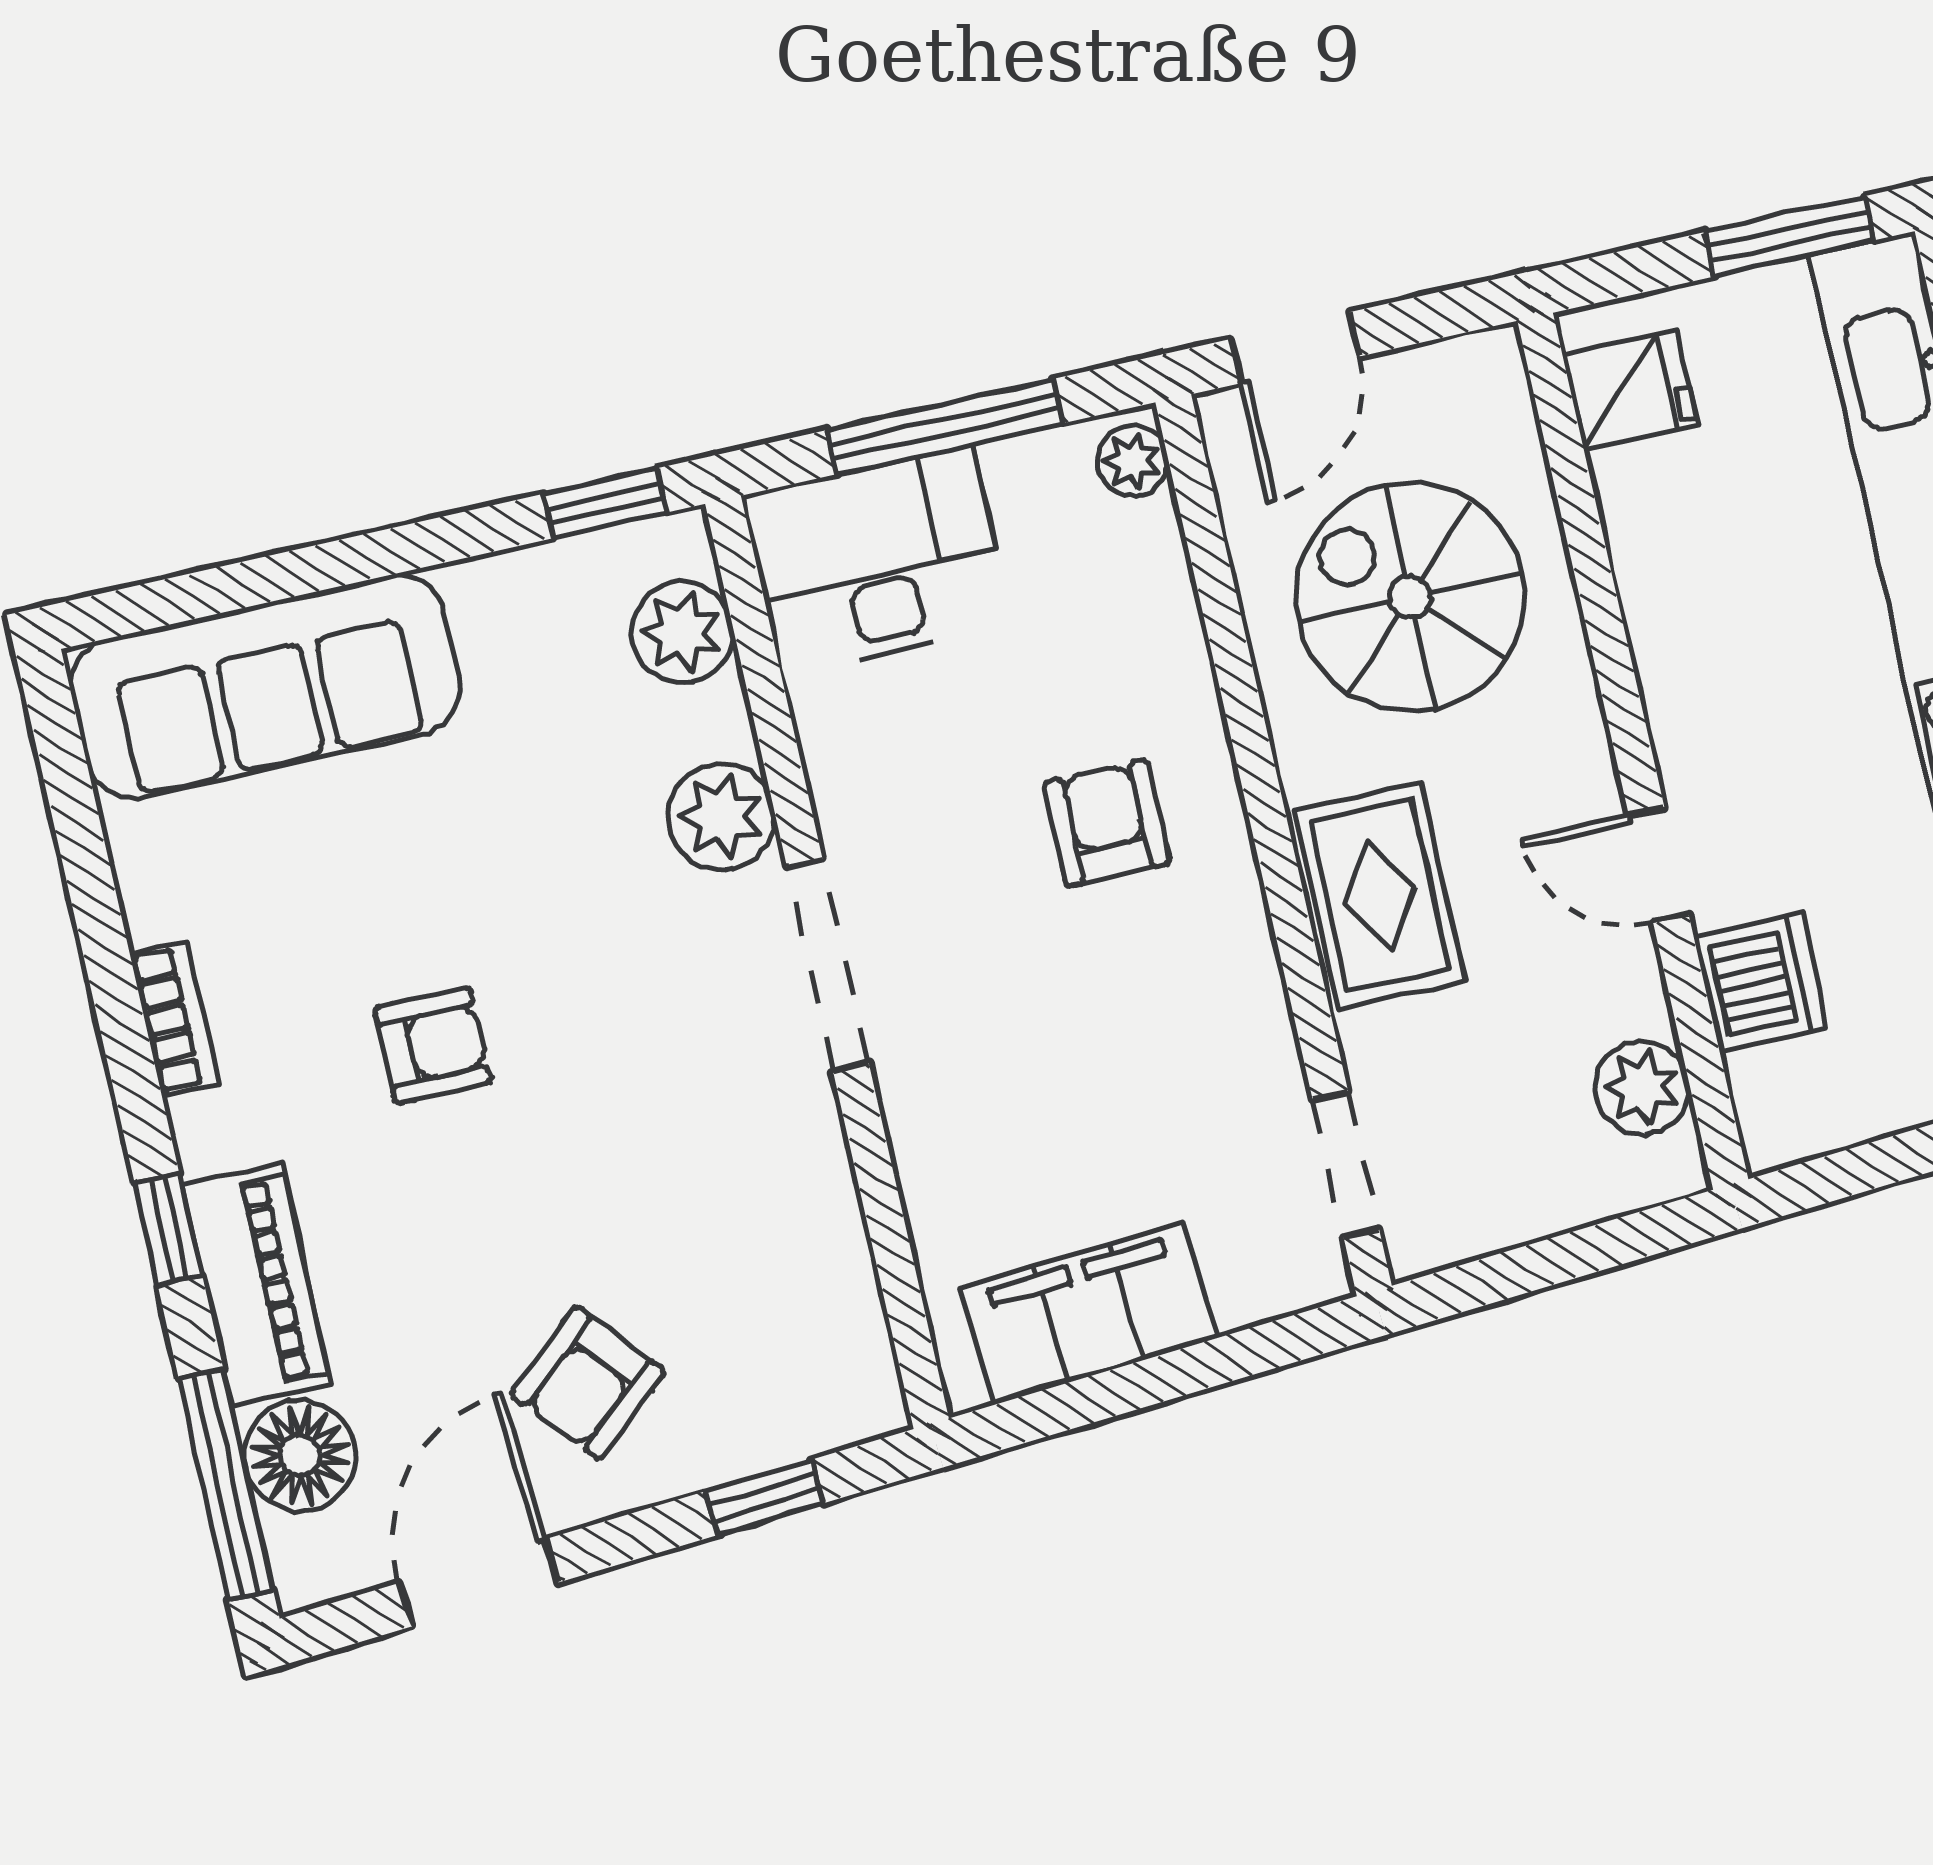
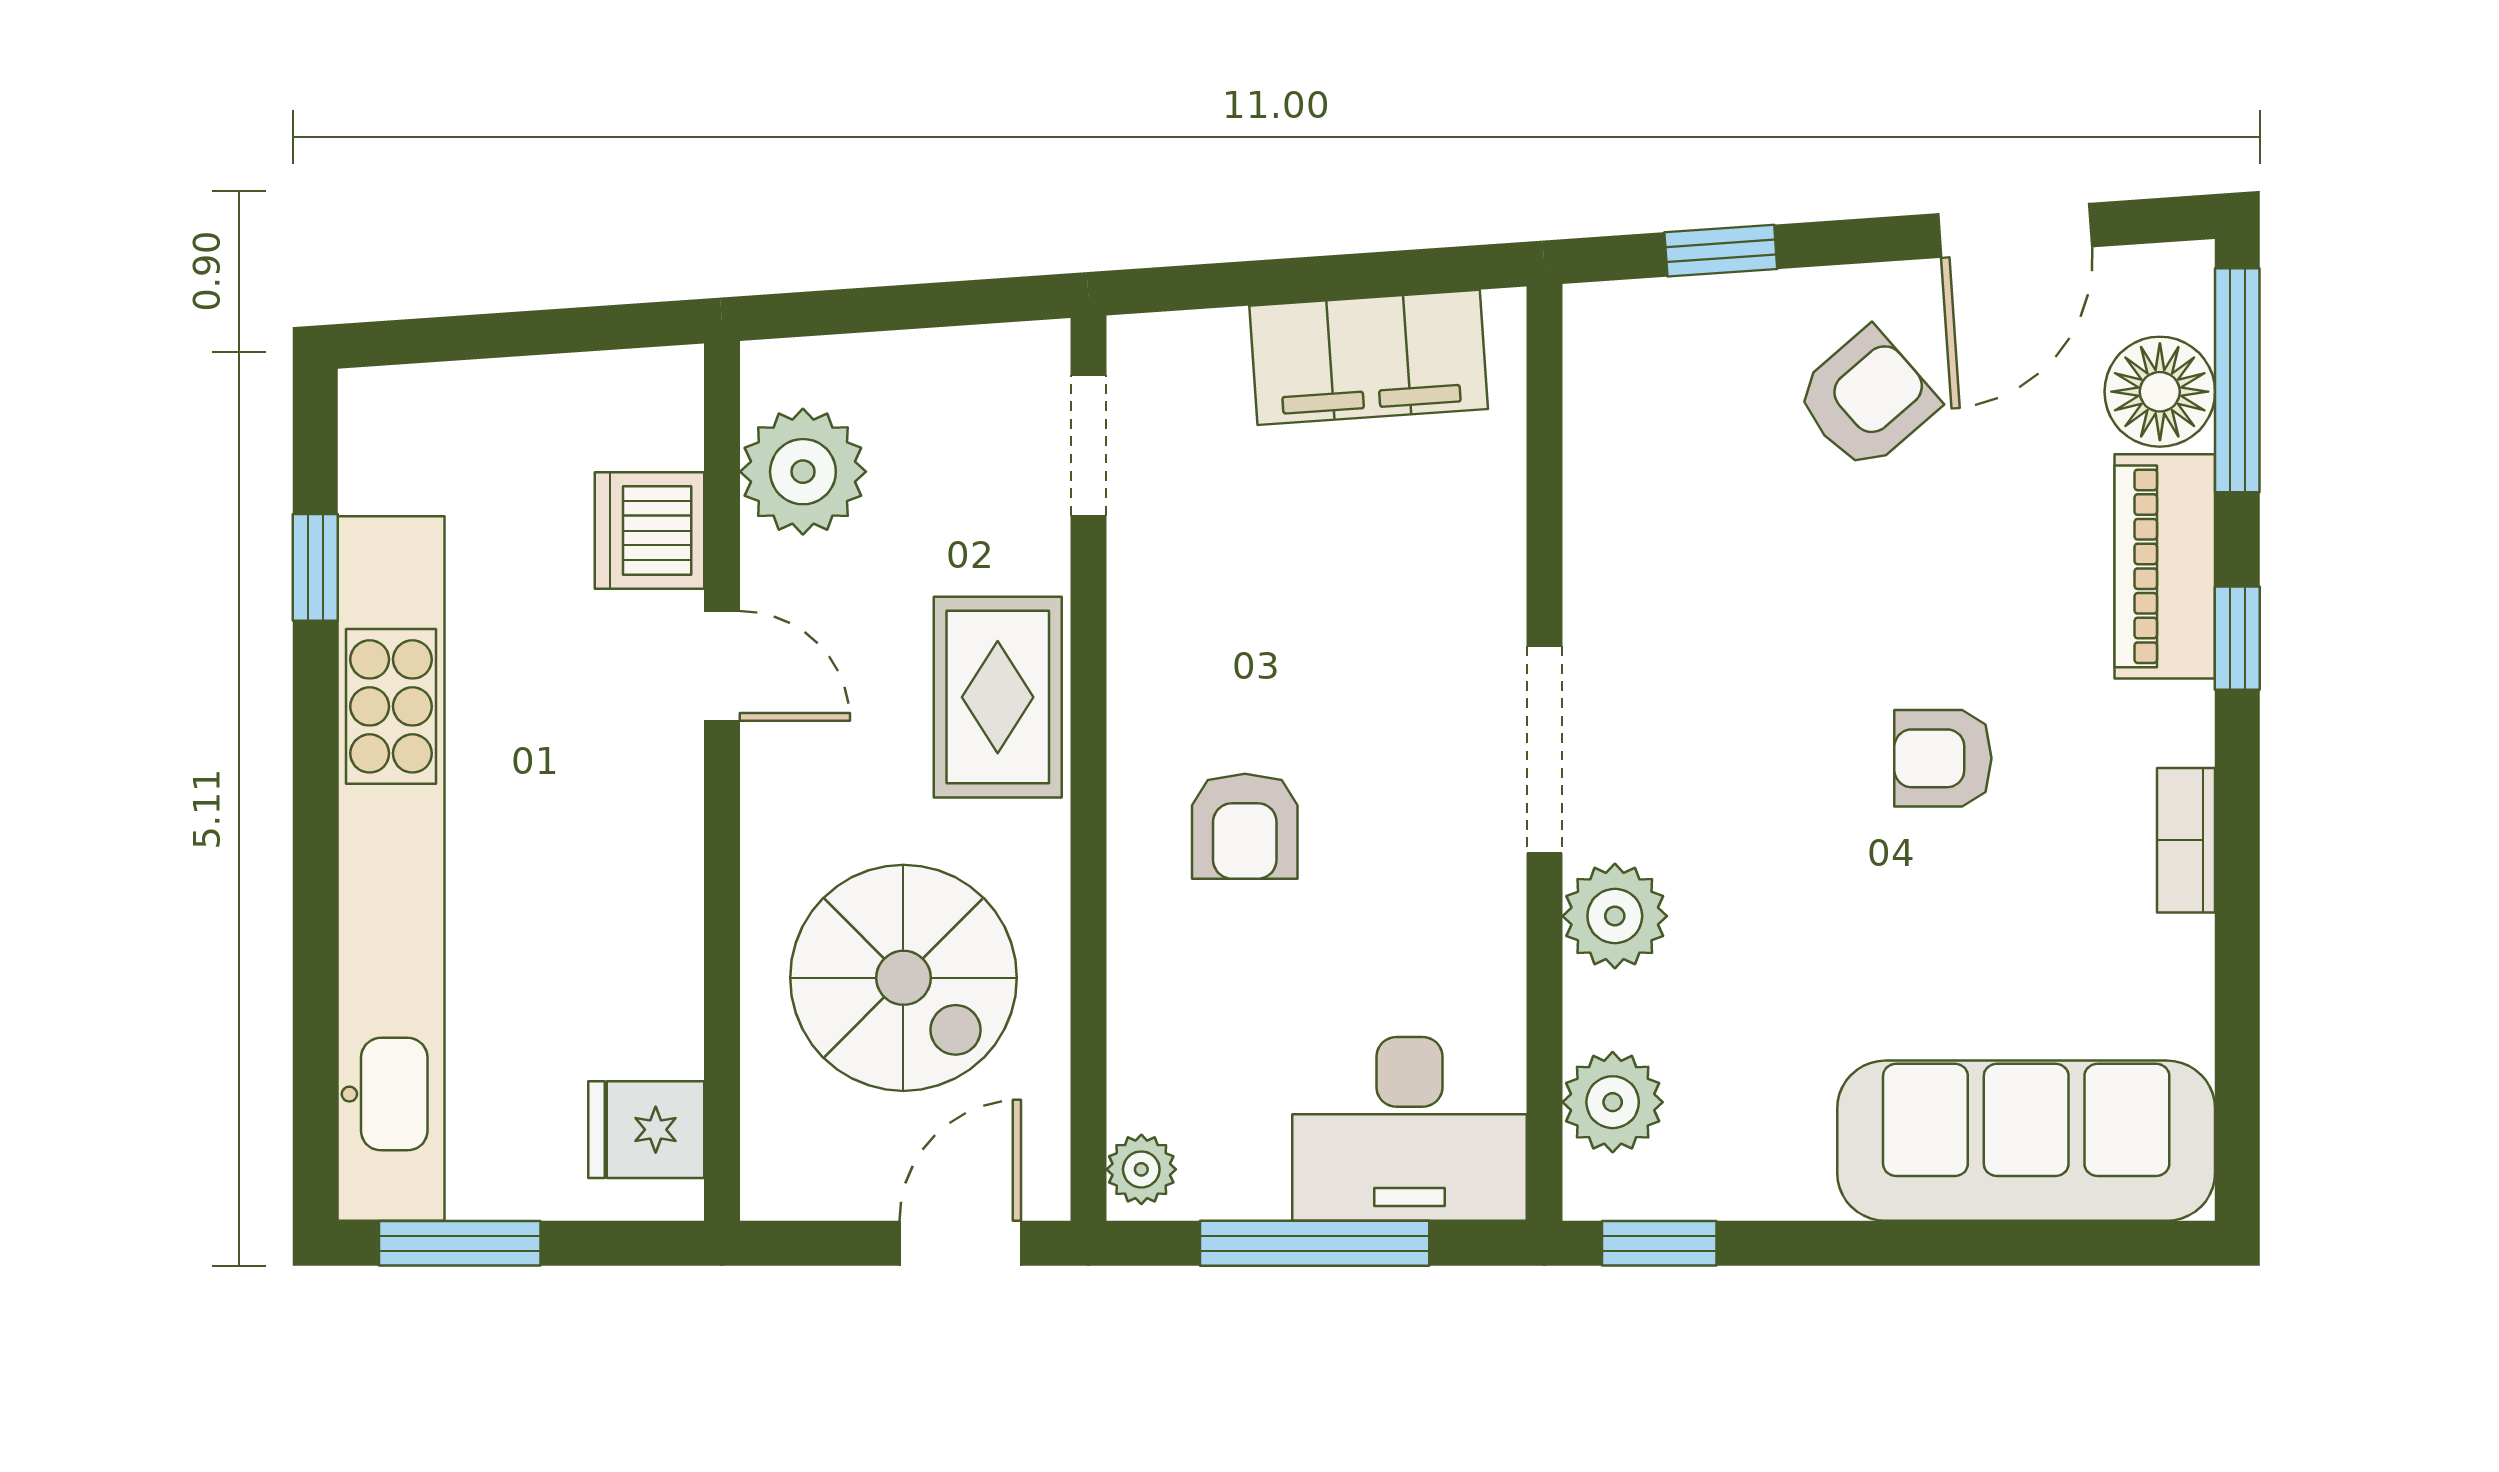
plant: (1642, 1088) -> (803, 472), width x1.36, depth x1.36

